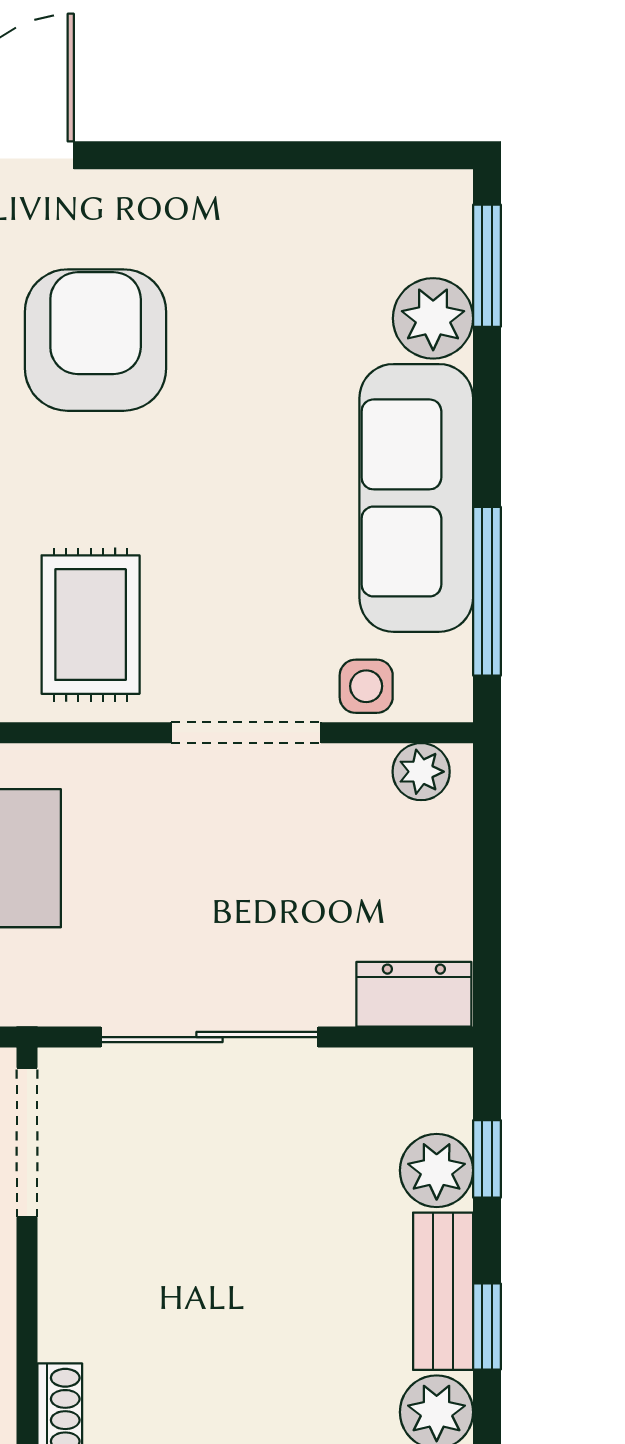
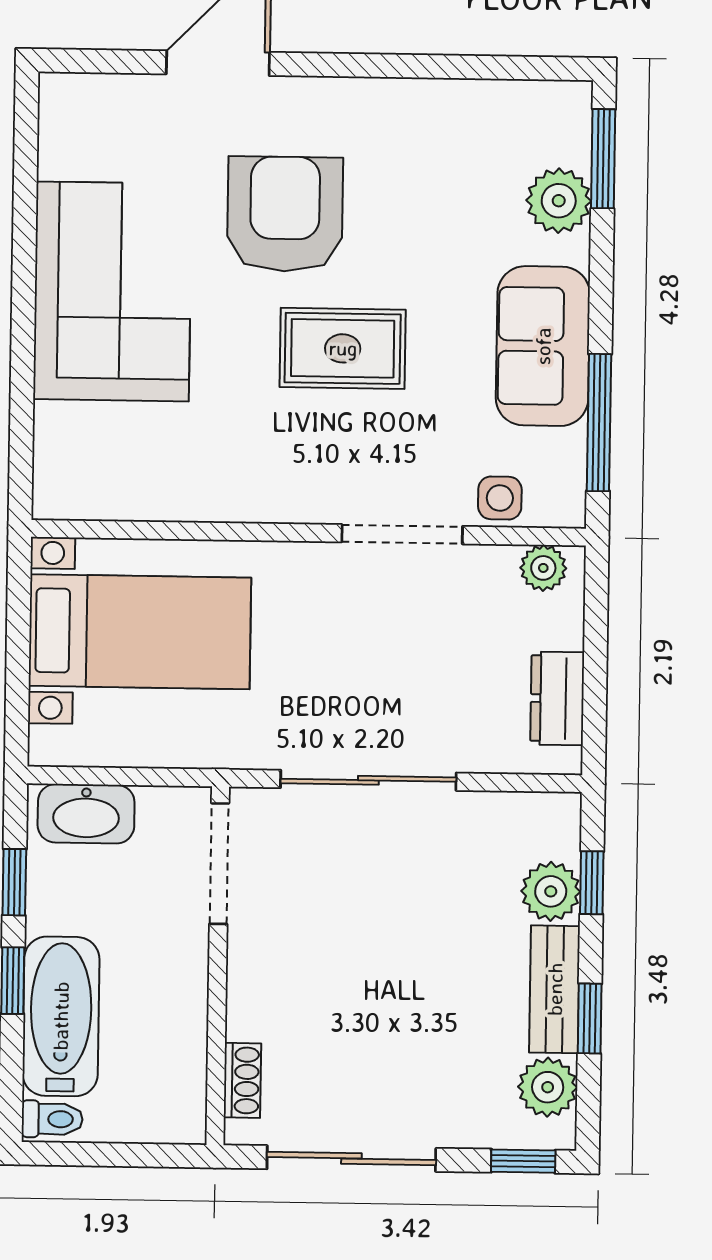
sofa: (416, 498) -> (543, 346), width x0.73
rug: (91, 625) -> (343, 348), moved, turned 90
dresser: (414, 994) -> (557, 698), moved, turned -90

